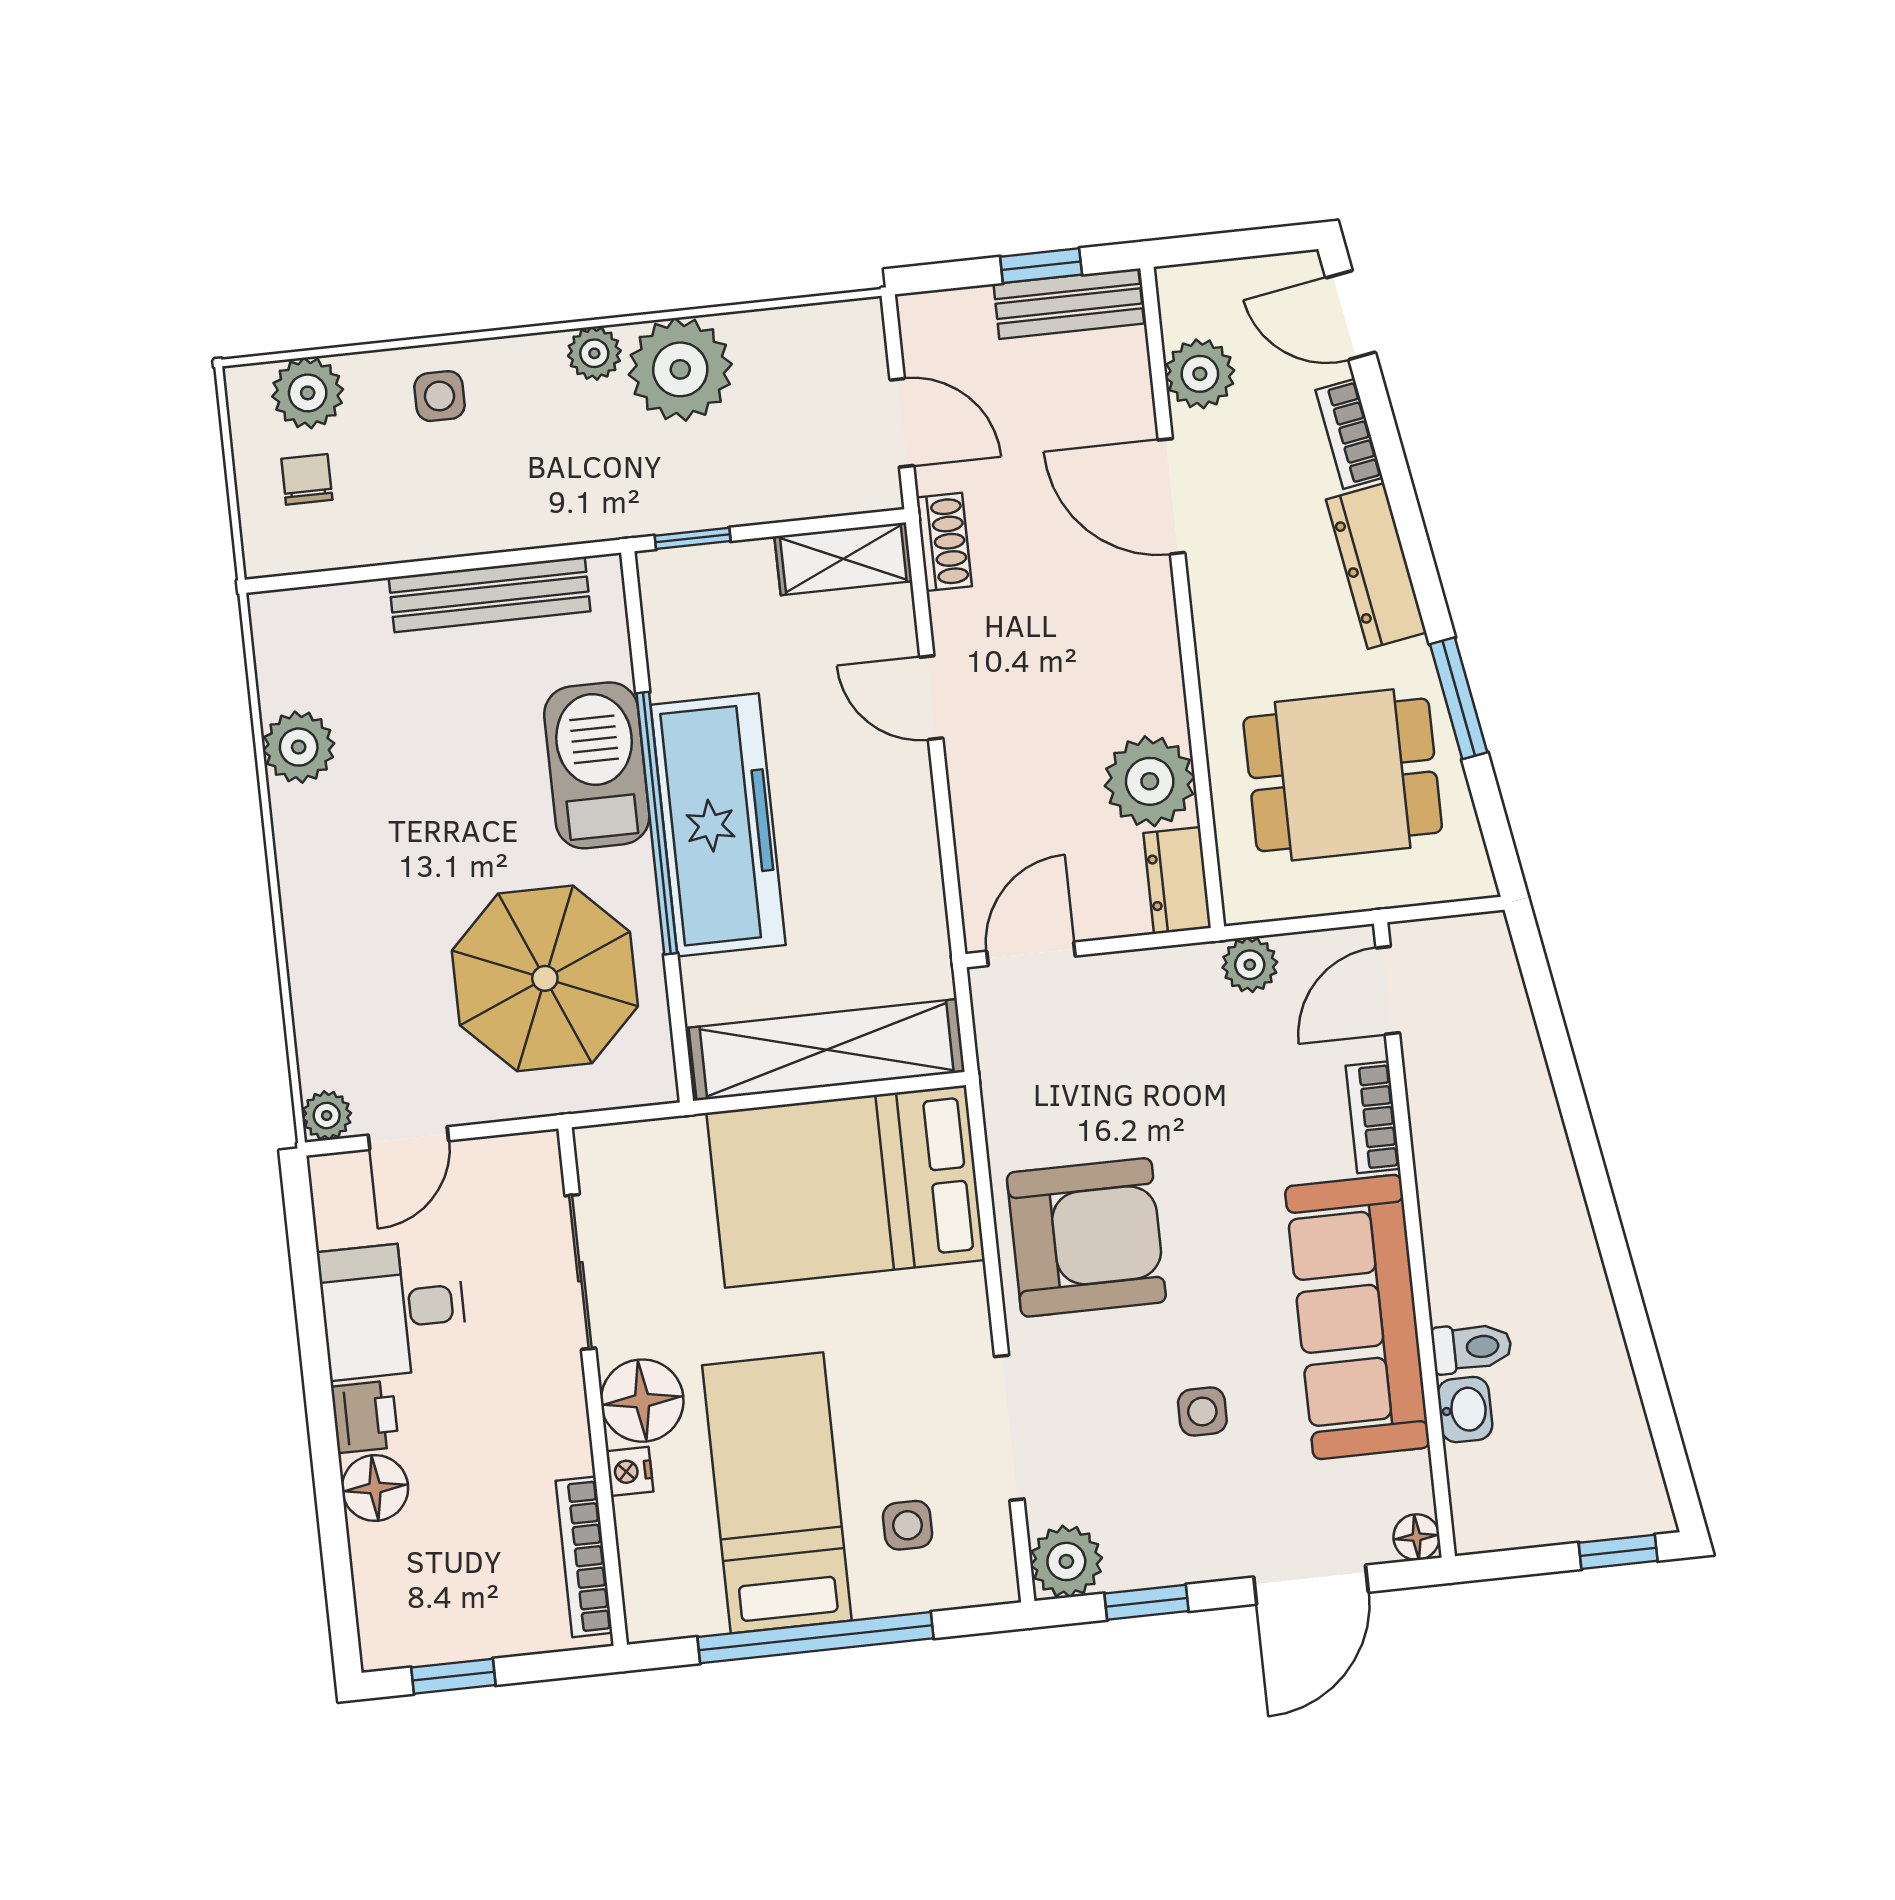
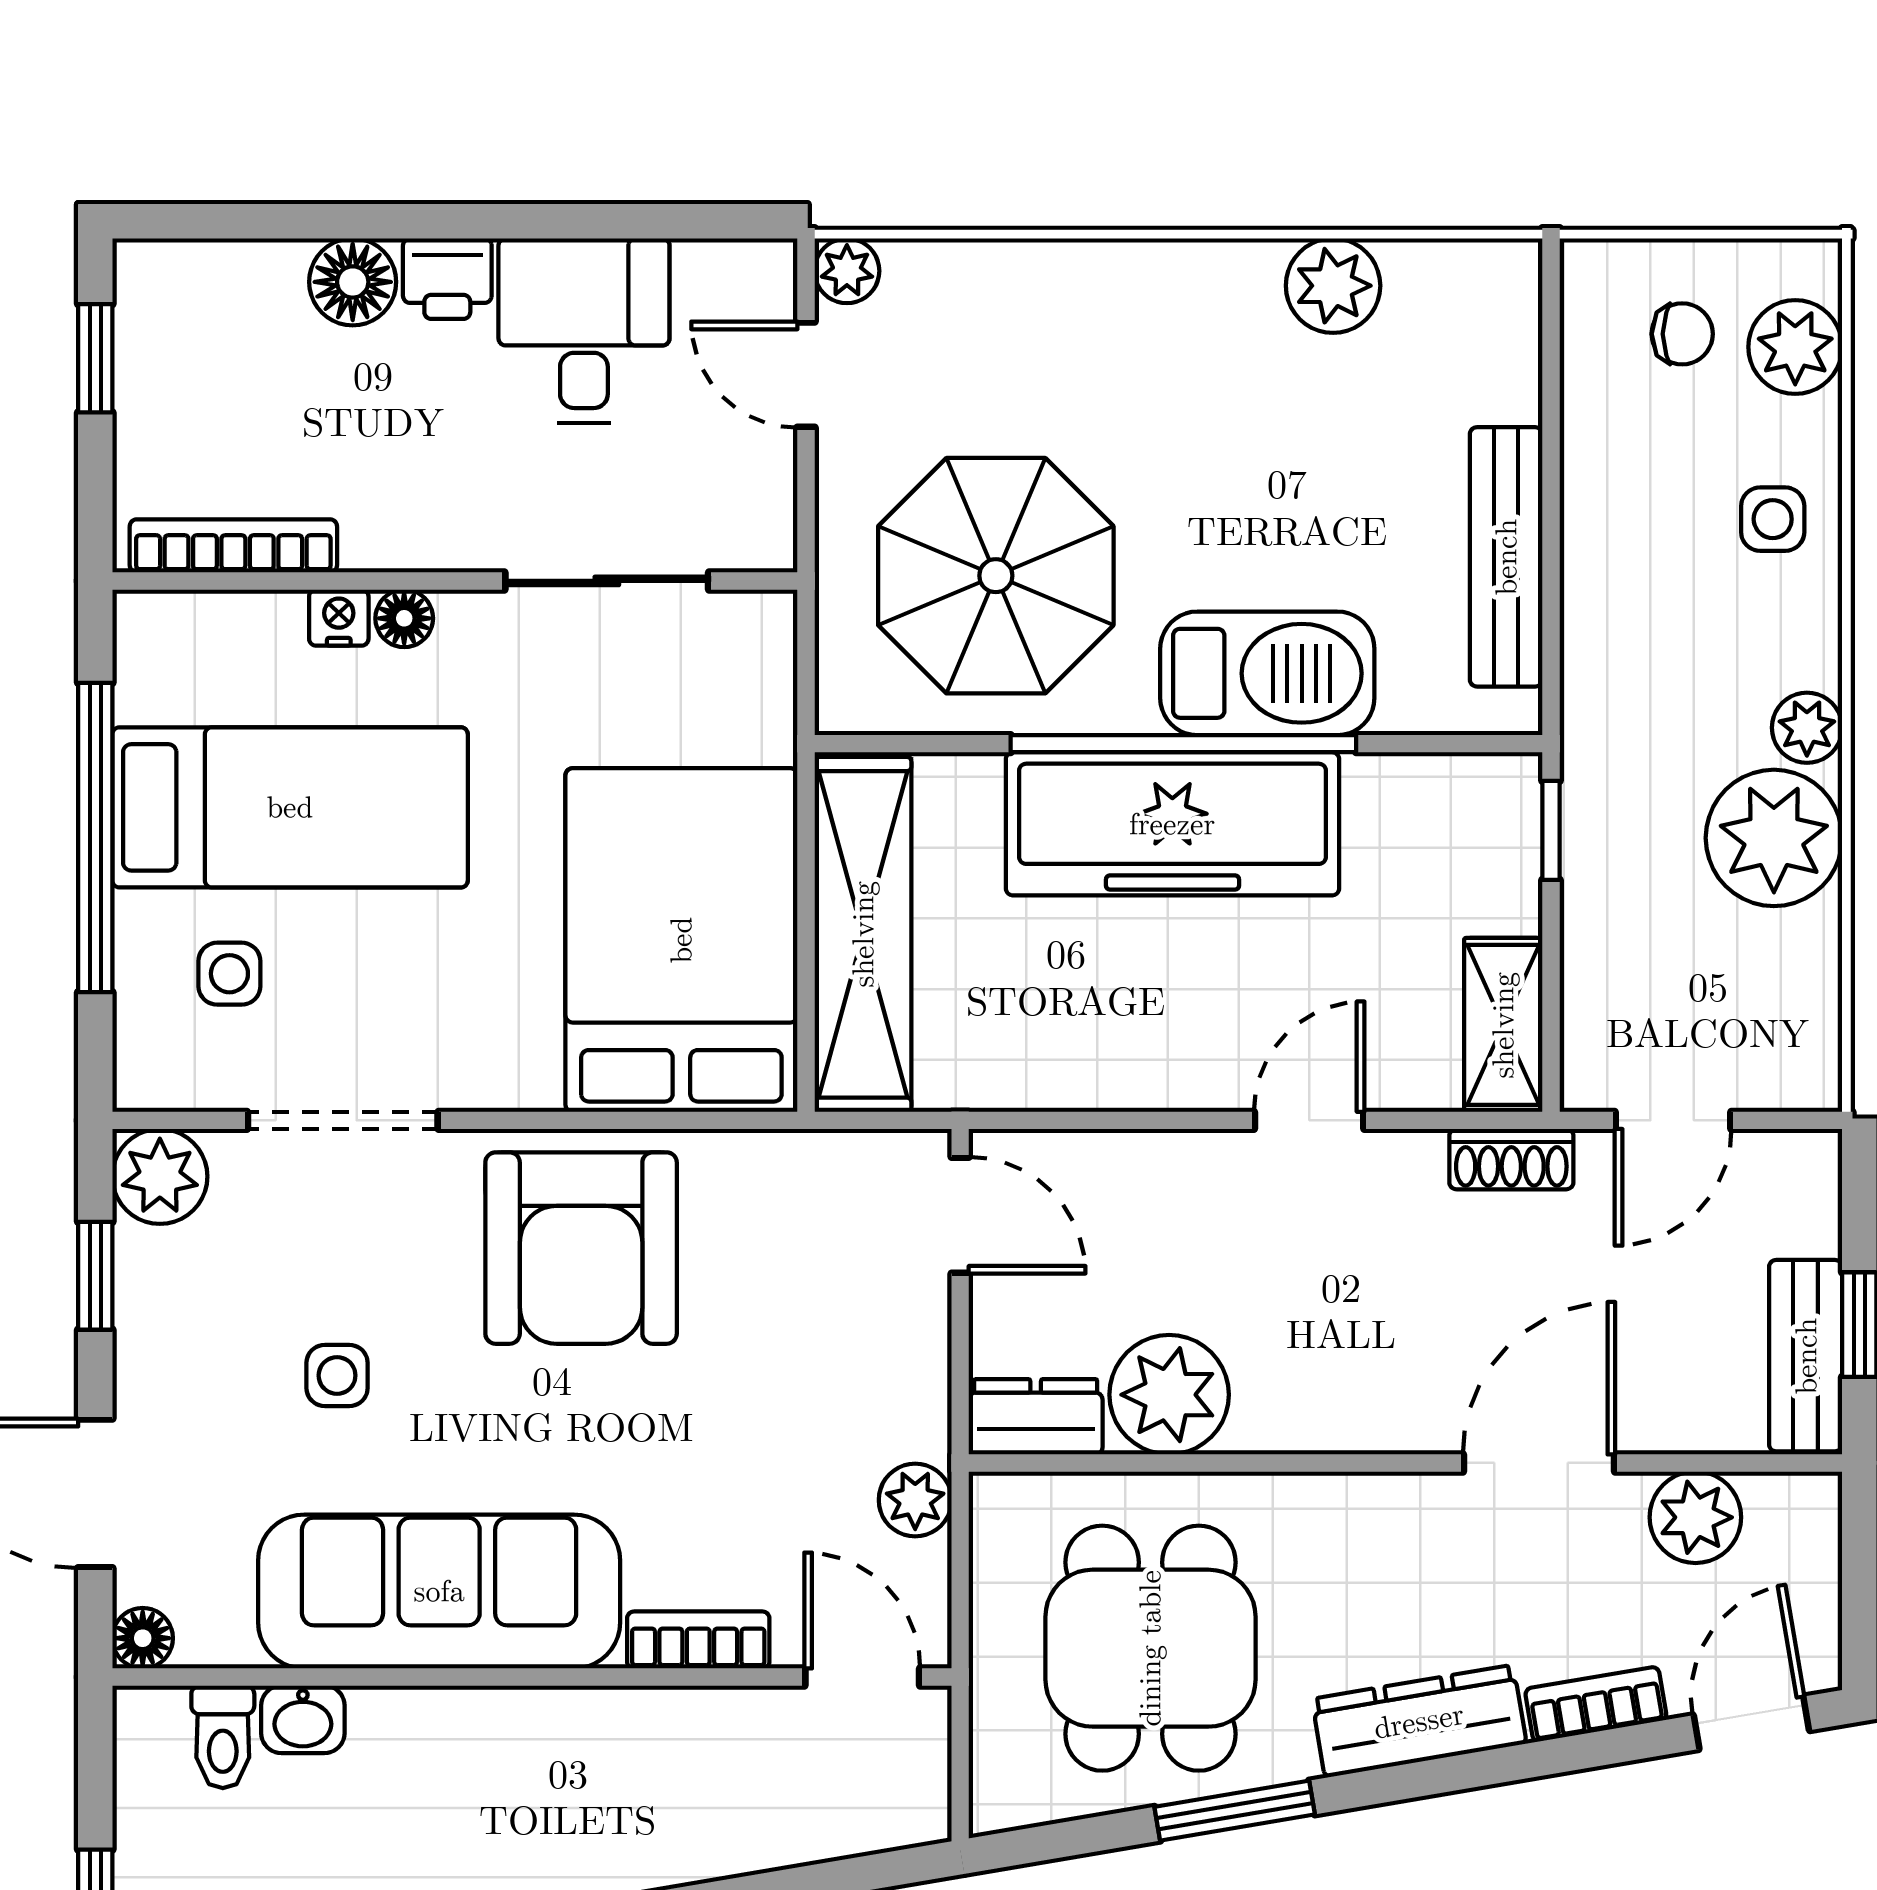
toilet: (1472, 1348) -> (223, 1737), moved
floor lamp: (642, 1401) -> (404, 618), width x0.53, depth x0.53

